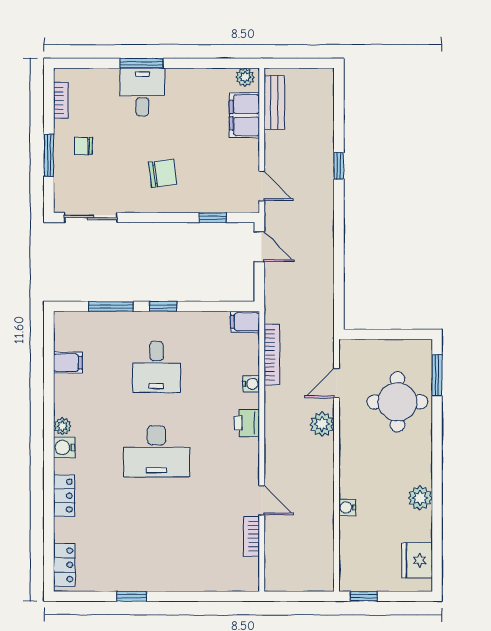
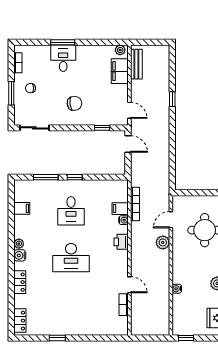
filing cabinet: (245, 322) -> (120, 209), moved

